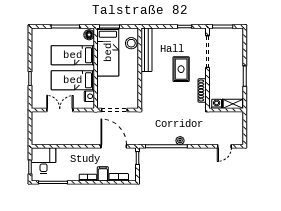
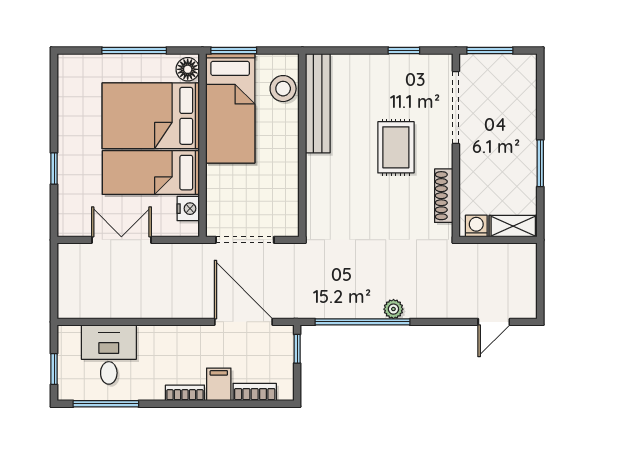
bed: (73, 55) -> (151, 116), width x1.50
desk: (44, 161) -> (109, 355), moved

